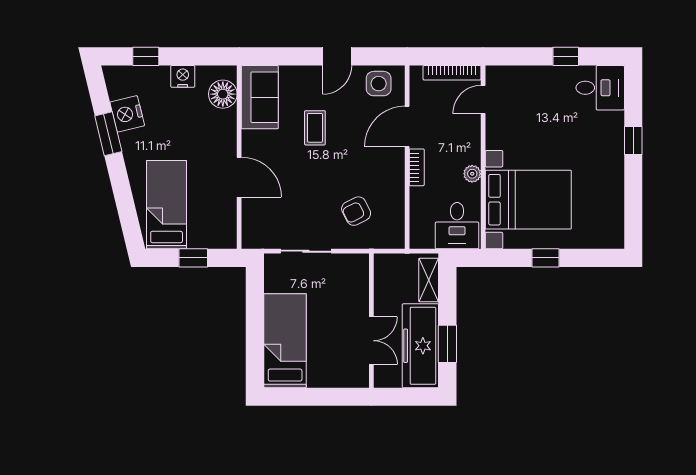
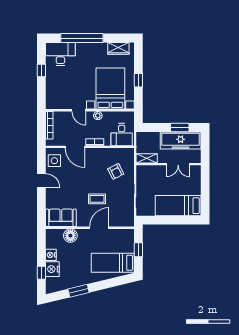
desk: (600, 88) -> (60, 54), width x1.37
floor lamp: (223, 94) -> (70, 236), moved
door: (483, 100) -> (79, 110), moved
nightstand: (127, 114) -> (52, 269), moved, turned 104
coffee table: (315, 128) -> (97, 199), moved
window: (633, 141) -> (82, 38), width x3.17
wardrobe: (612, 216) -> (118, 48), added
desk: (457, 226) -> (122, 135), moved, turned 90
shelving: (429, 280) -> (147, 158), moved
double door: (371, 341) -> (178, 164), swing flipped

